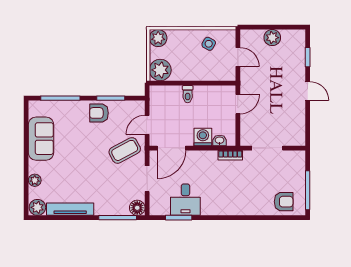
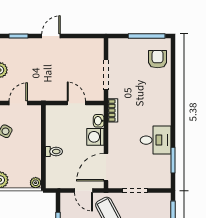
plant: (160, 70) -> (36, 183), width x0.53, depth x0.53
door: (238, 104) -> (76, 103), moved
door: (171, 148) -> (106, 167), swing flipped
desk: (185, 200) -> (156, 140), moved
floor lamp: (137, 208) -> (163, 200), removed

